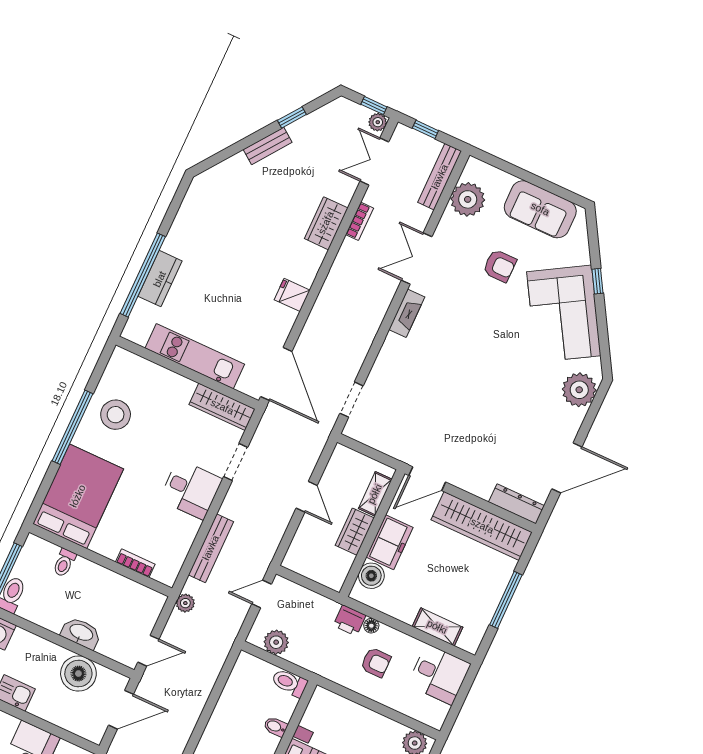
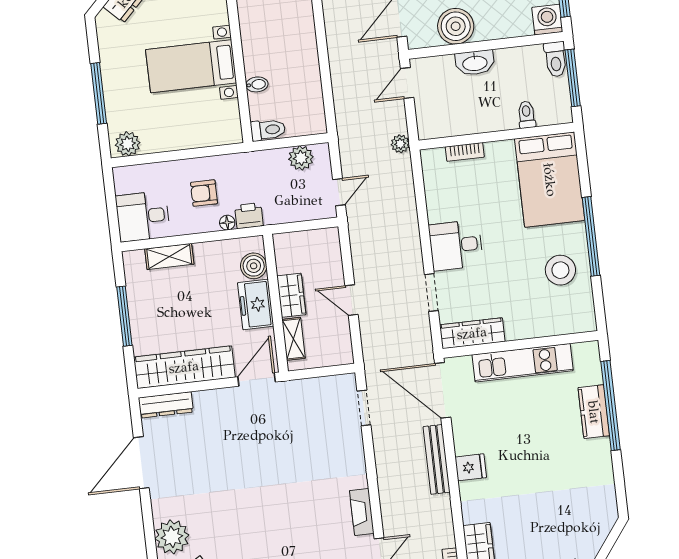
bench: (211, 548) -> (437, 459), moved

